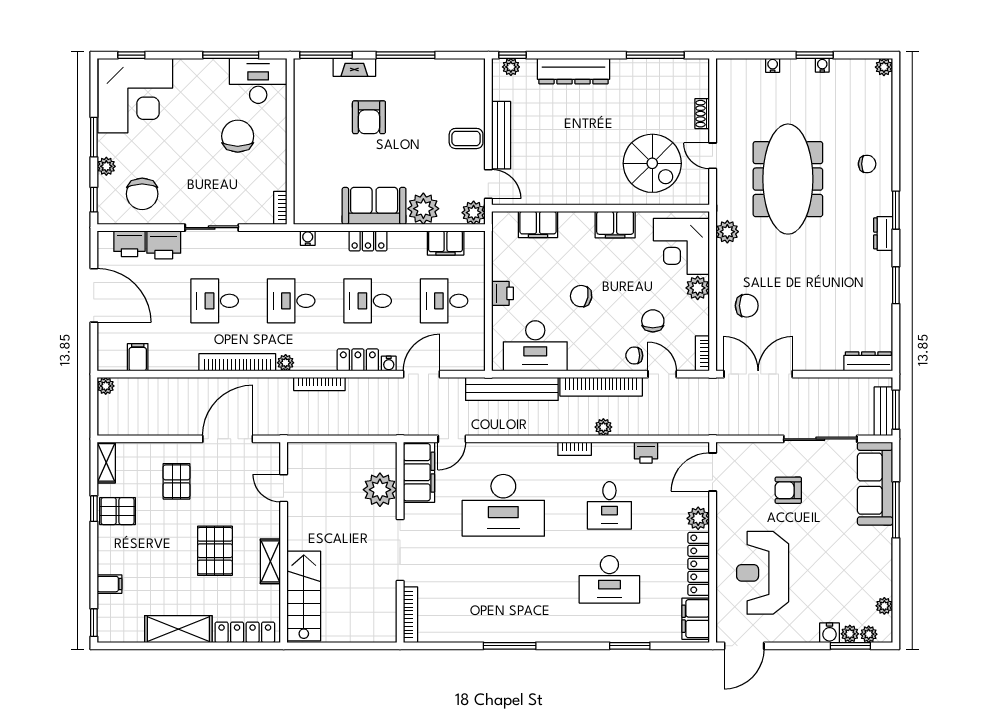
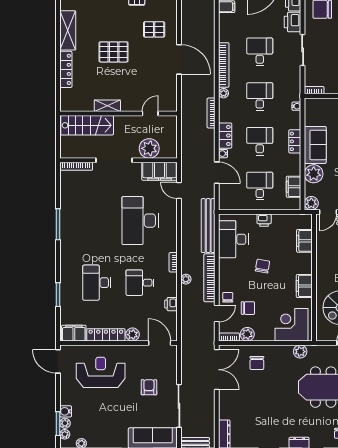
plant: (698, 288) -> (247, 334), moved
door: (284, 488) -> (150, 114), moved
wall: (284, 542) -> (118, 114), moved
shelving: (270, 561) -> (107, 106), moved
stairs: (304, 596) -> (87, 125), moved

